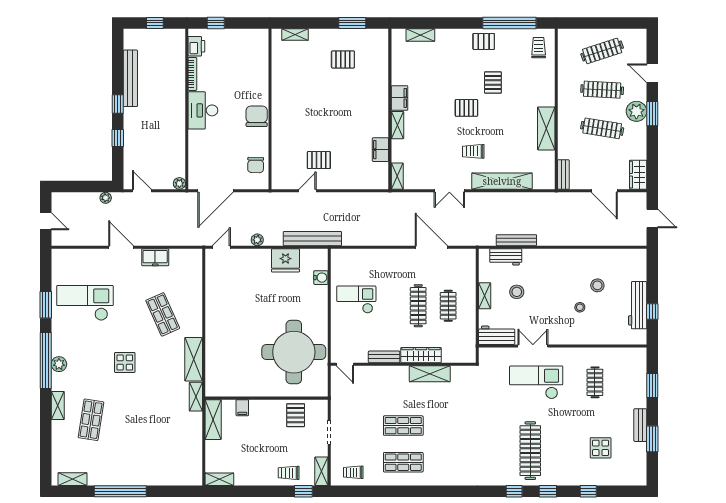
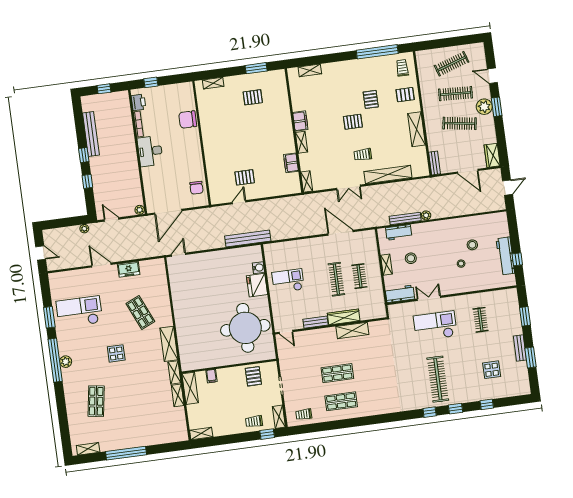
pallet: (484, 41) -> (405, 95), moved
chair: (257, 116) -> (188, 120), moved, turned -90
door: (652, 218) -> (508, 188), hinge flipped
plant: (257, 240) -> (426, 215), moved
fridge: (285, 260) -> (257, 285), moved, turned 90
shelving: (58, 406) -> (178, 395), moved

